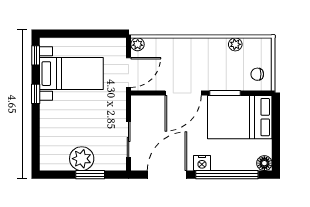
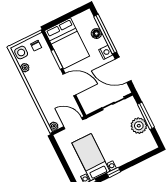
side table: (258, 50) -> (21, 53), added
floor lamp: (264, 163) -> (96, 34), moved
window: (90, 175) -> (146, 116), width x1.44

